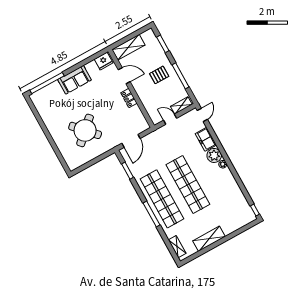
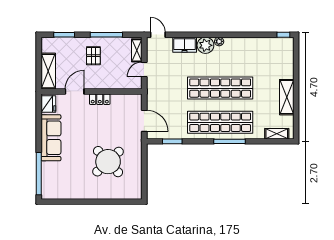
sofa: (75, 80) -> (51, 138), width x1.36

